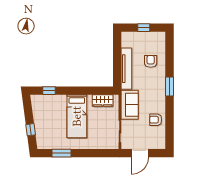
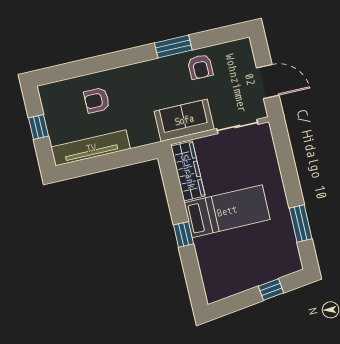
tv unit: (126, 69) -> (91, 148), moved
window: (169, 86) -> (173, 47), moved
window: (49, 91) -> (184, 234), moved
wardrobe: (103, 101) -> (188, 171), width x1.50

